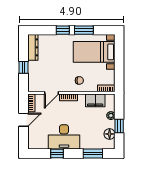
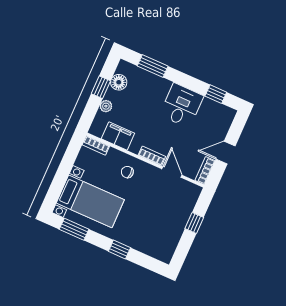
window: (84, 30) -> (74, 229), moved
dresser: (33, 47) -> (170, 244), removed
door: (52, 93) -> (172, 172), hinge flipped
desk: (64, 137) -> (182, 105), width x0.73
window: (57, 154) -> (216, 94), moved

